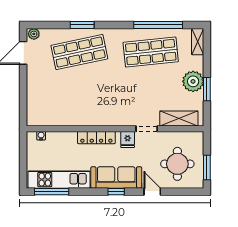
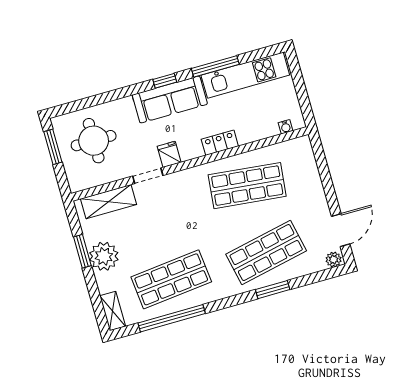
shop shelf: (79, 102) -> (247, 186), added
locker: (96, 138) -> (220, 143), width x0.66
window: (52, 192) -> (215, 66), moved
door: (152, 192) -> (117, 94), removed

